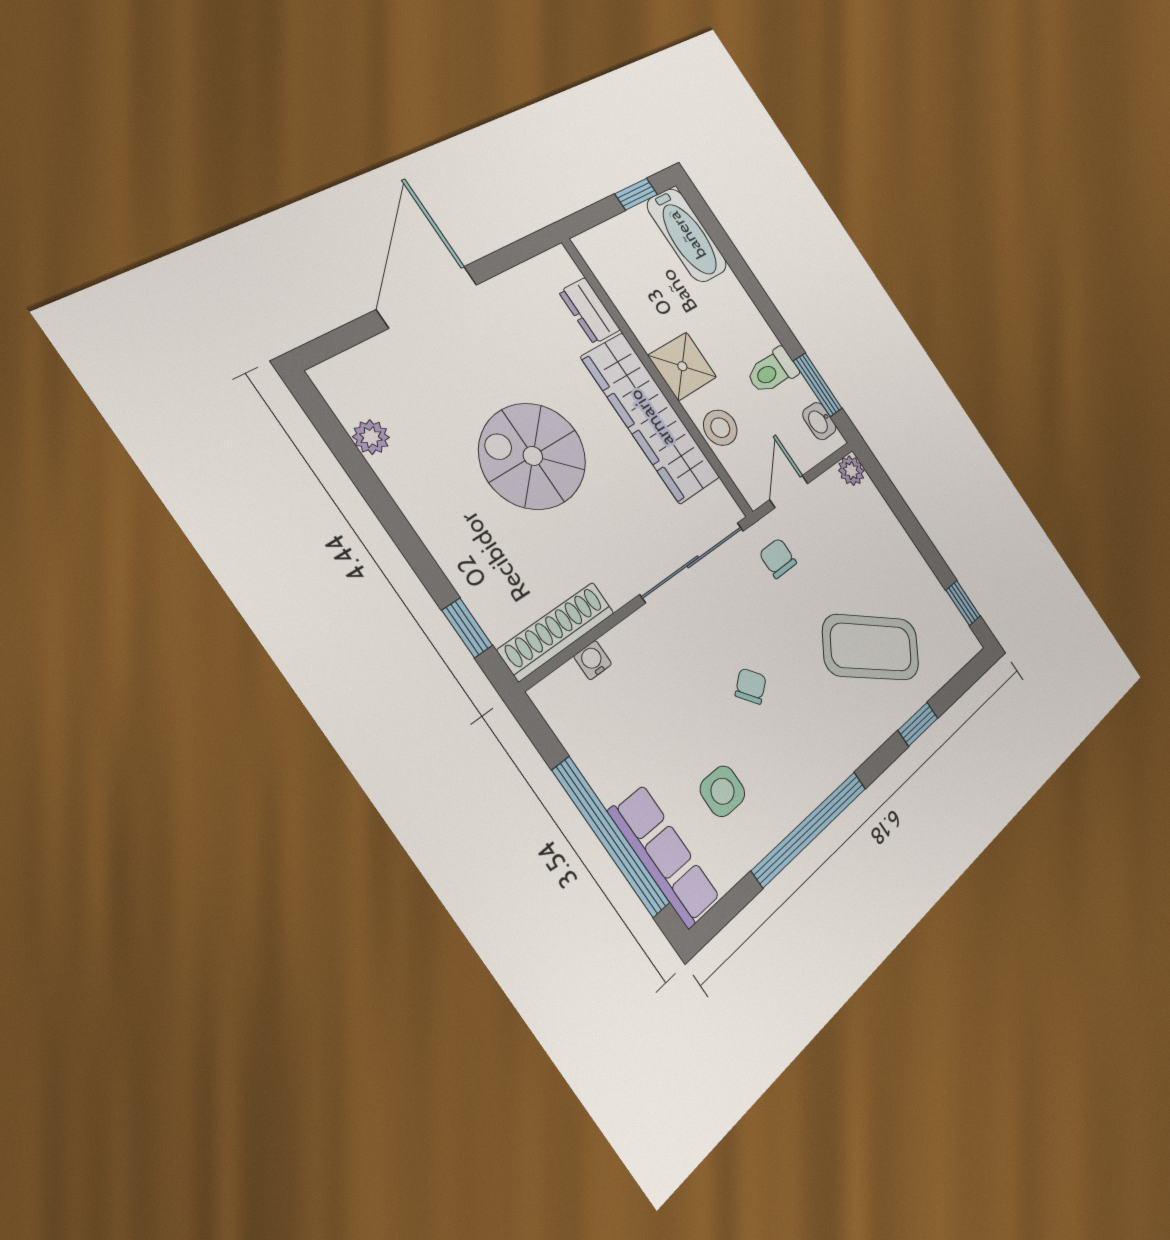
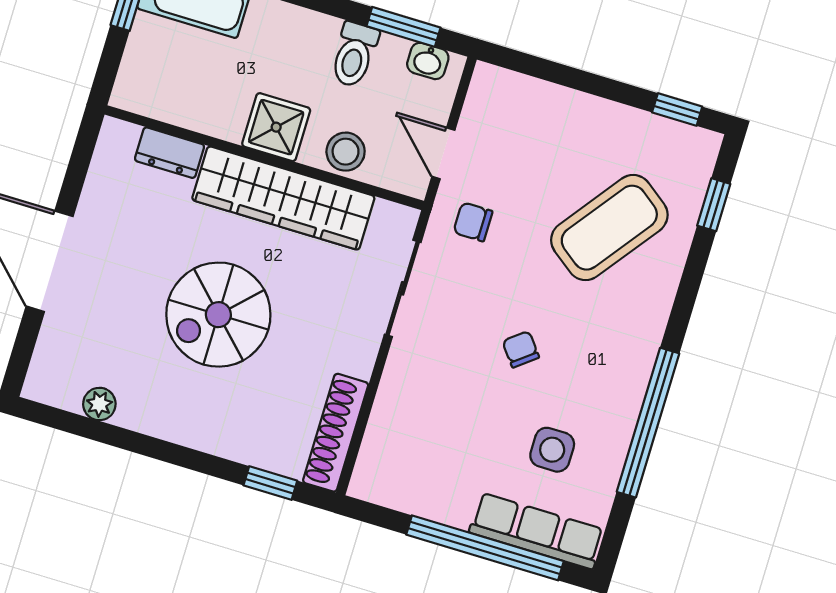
plant: (851, 471) -> (488, 80), removed
sliding door: (693, 562) -> (403, 288), width x0.73
water cooler: (593, 660) -> (379, 432), removed
window: (918, 724) -> (714, 205), moved

